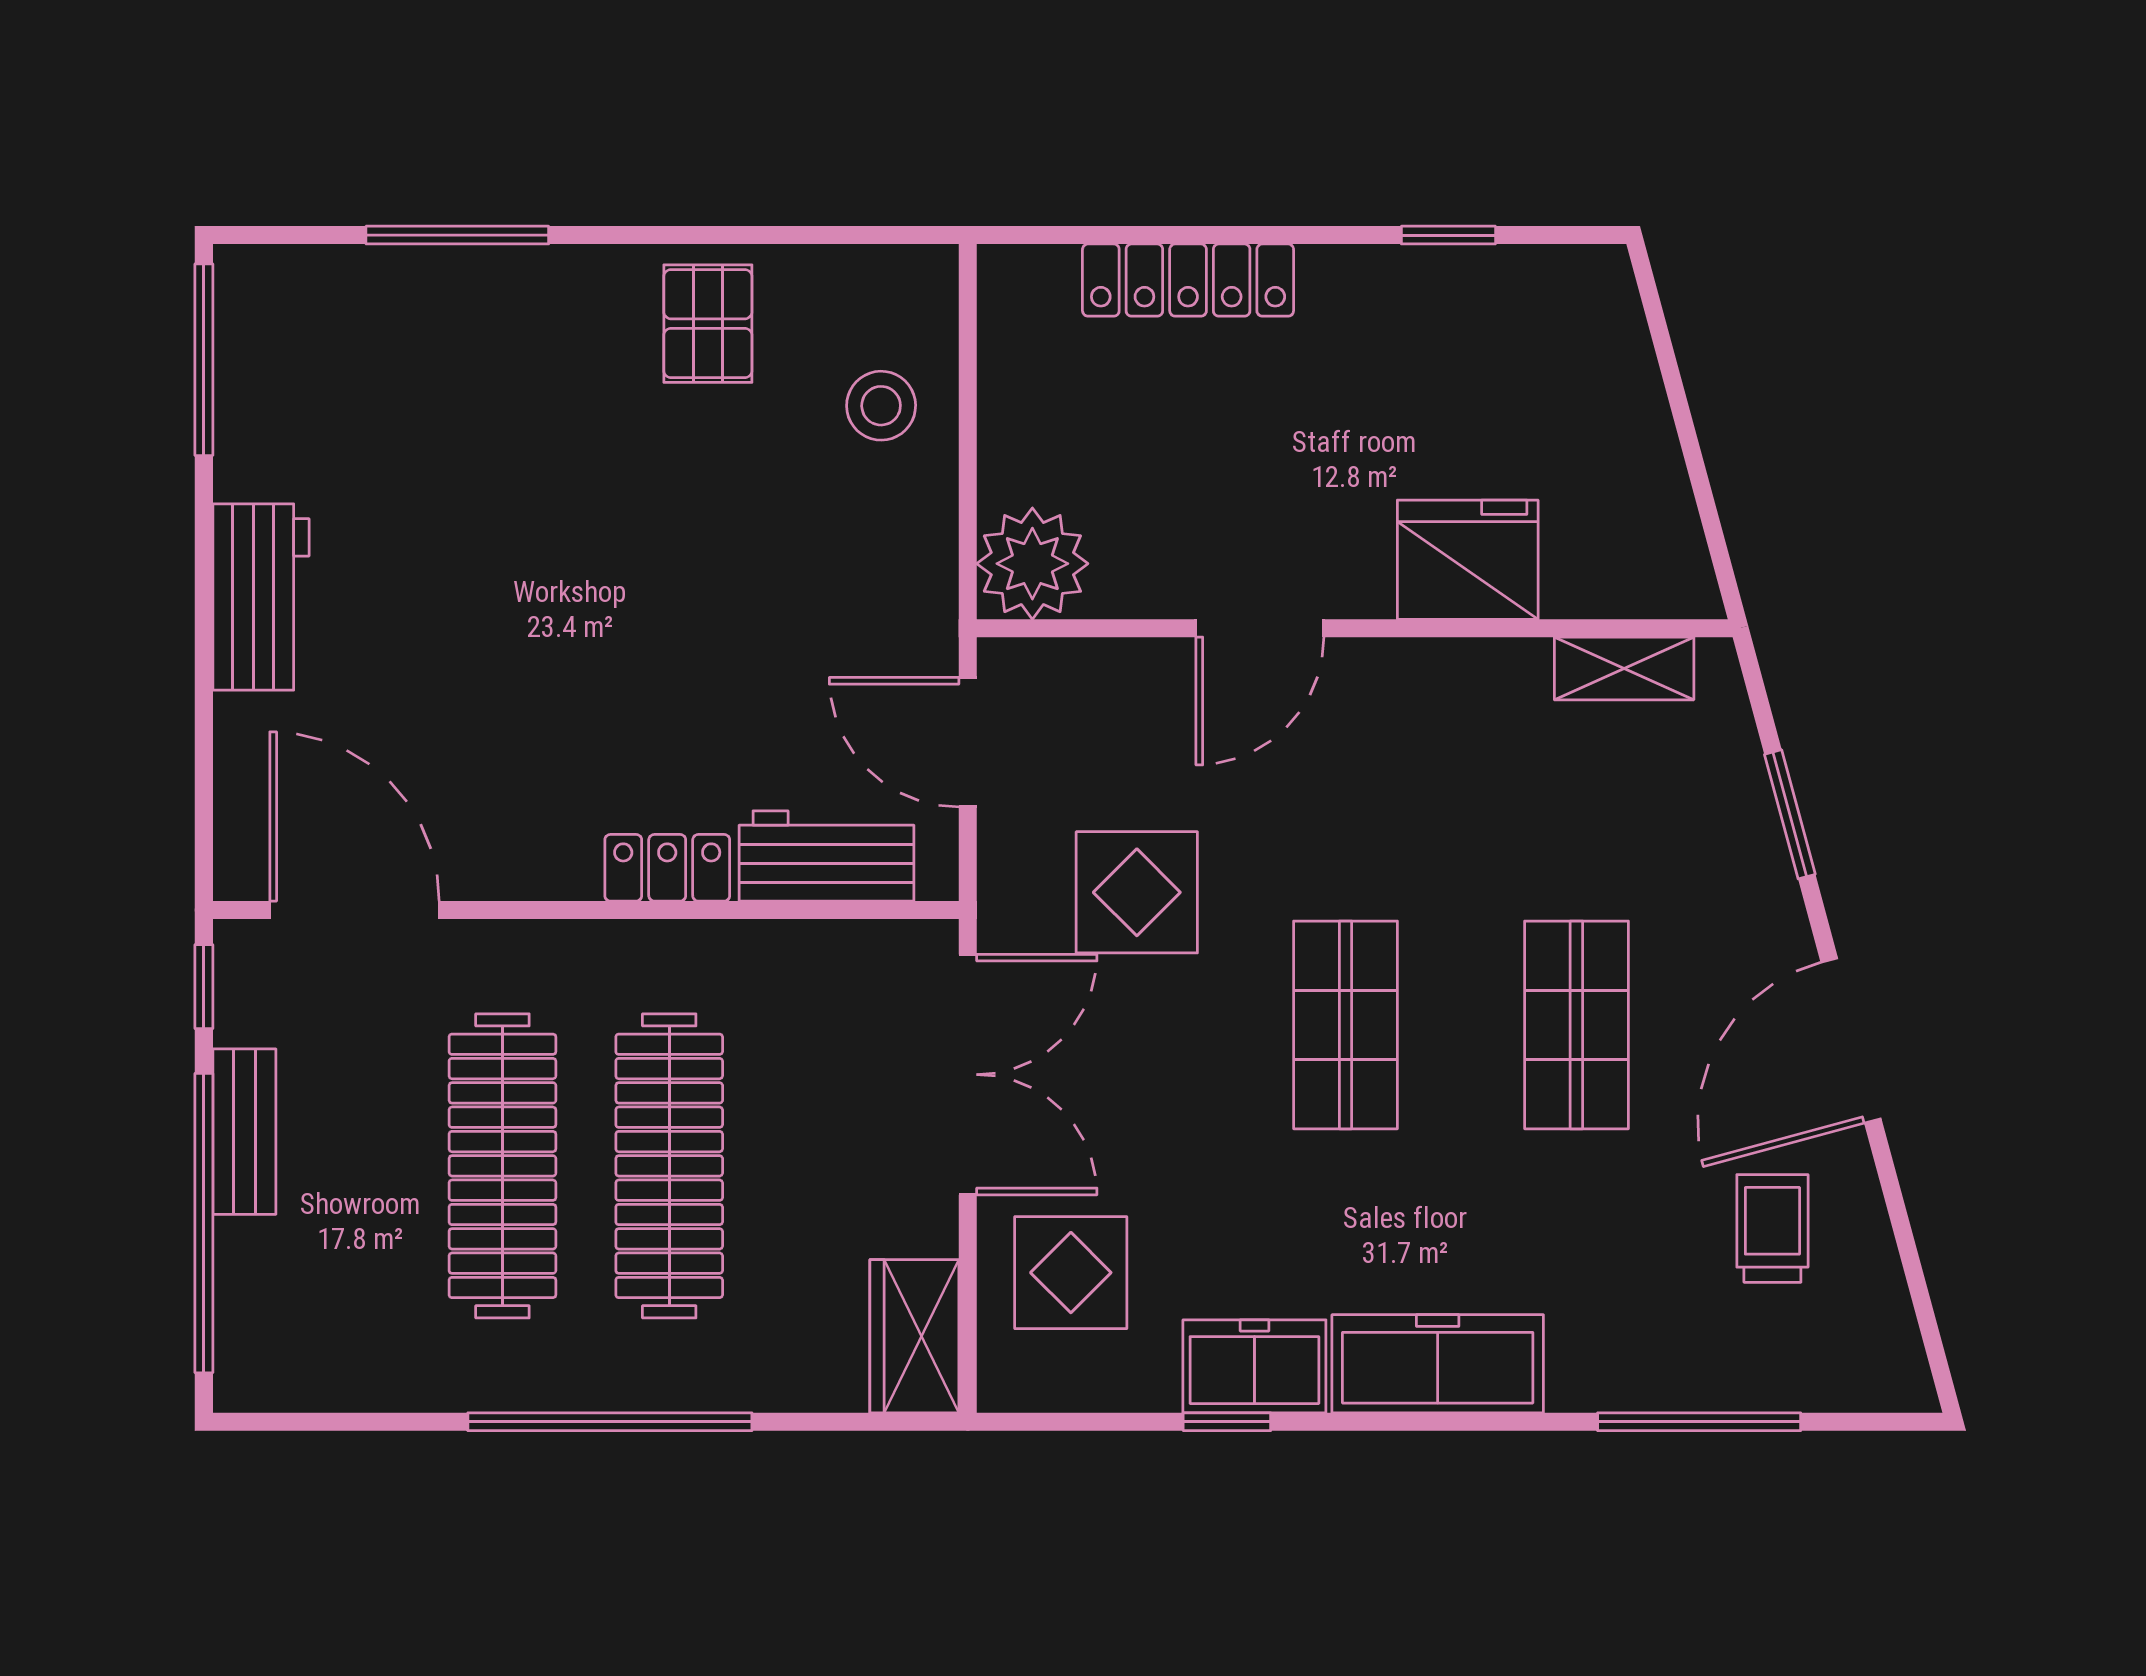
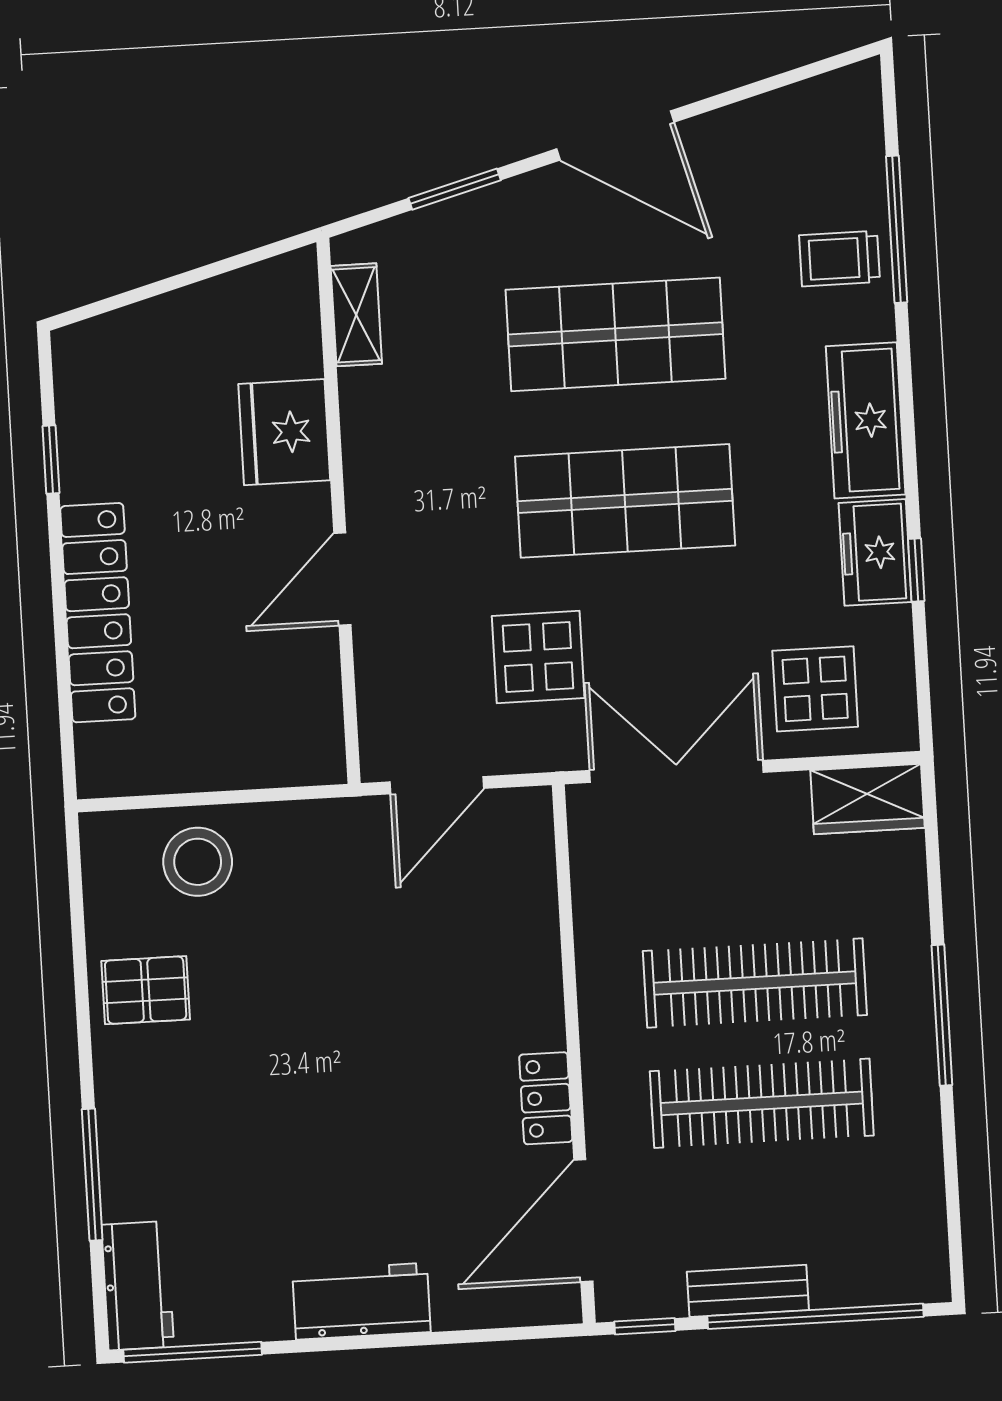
locker: (1188, 280) -> (98, 613), width x1.41, depth x1.21
stool: (881, 406) -> (198, 862), width x1.38, depth x1.38
plant: (1032, 564) -> (305, 746), removed
door: (1260, 628) -> (342, 579), swing flipped
workbench: (826, 856) -> (138, 1286), moved, turned 180
locker: (667, 868) -> (546, 1098), moved
shop shelf: (1345, 1025) -> (625, 501), width x1.43, depth x1.36
shop shelf: (1576, 1025) -> (615, 334), width x1.43, depth x1.36
trolley: (1772, 1228) -> (840, 259), moved
window: (610, 1422) -> (942, 1015), width x0.68

